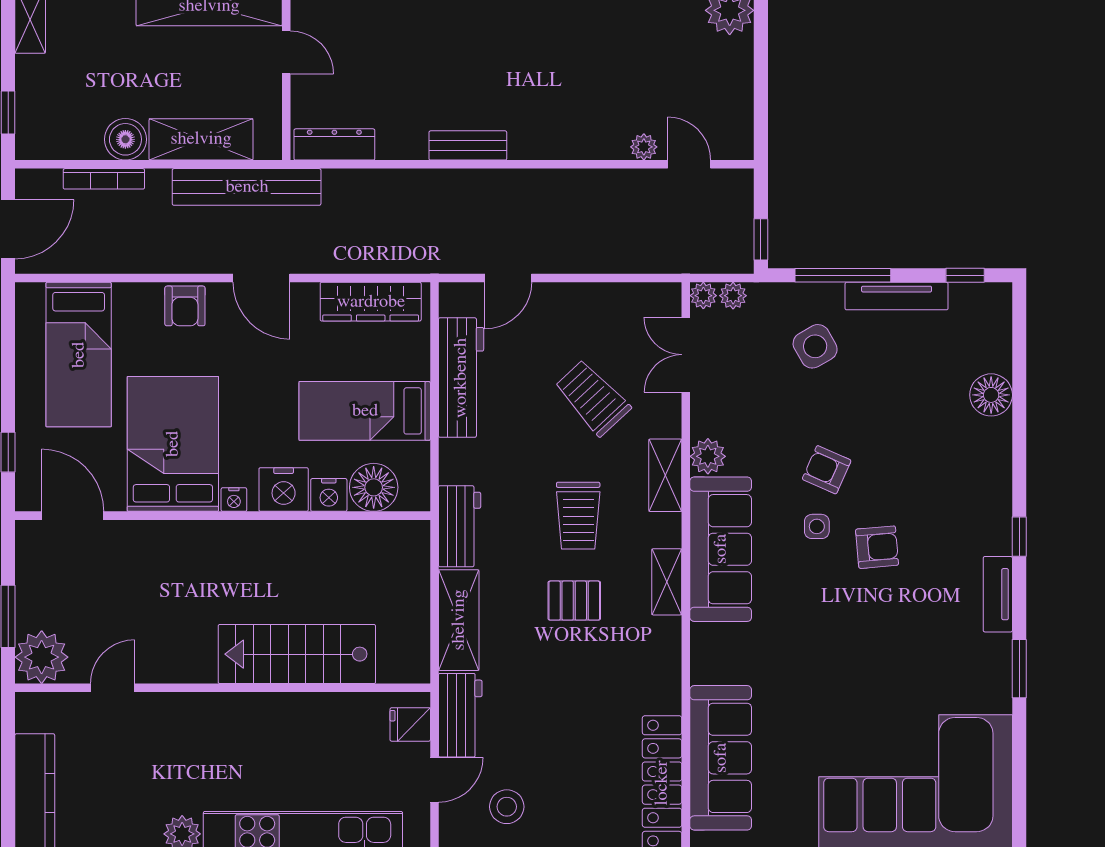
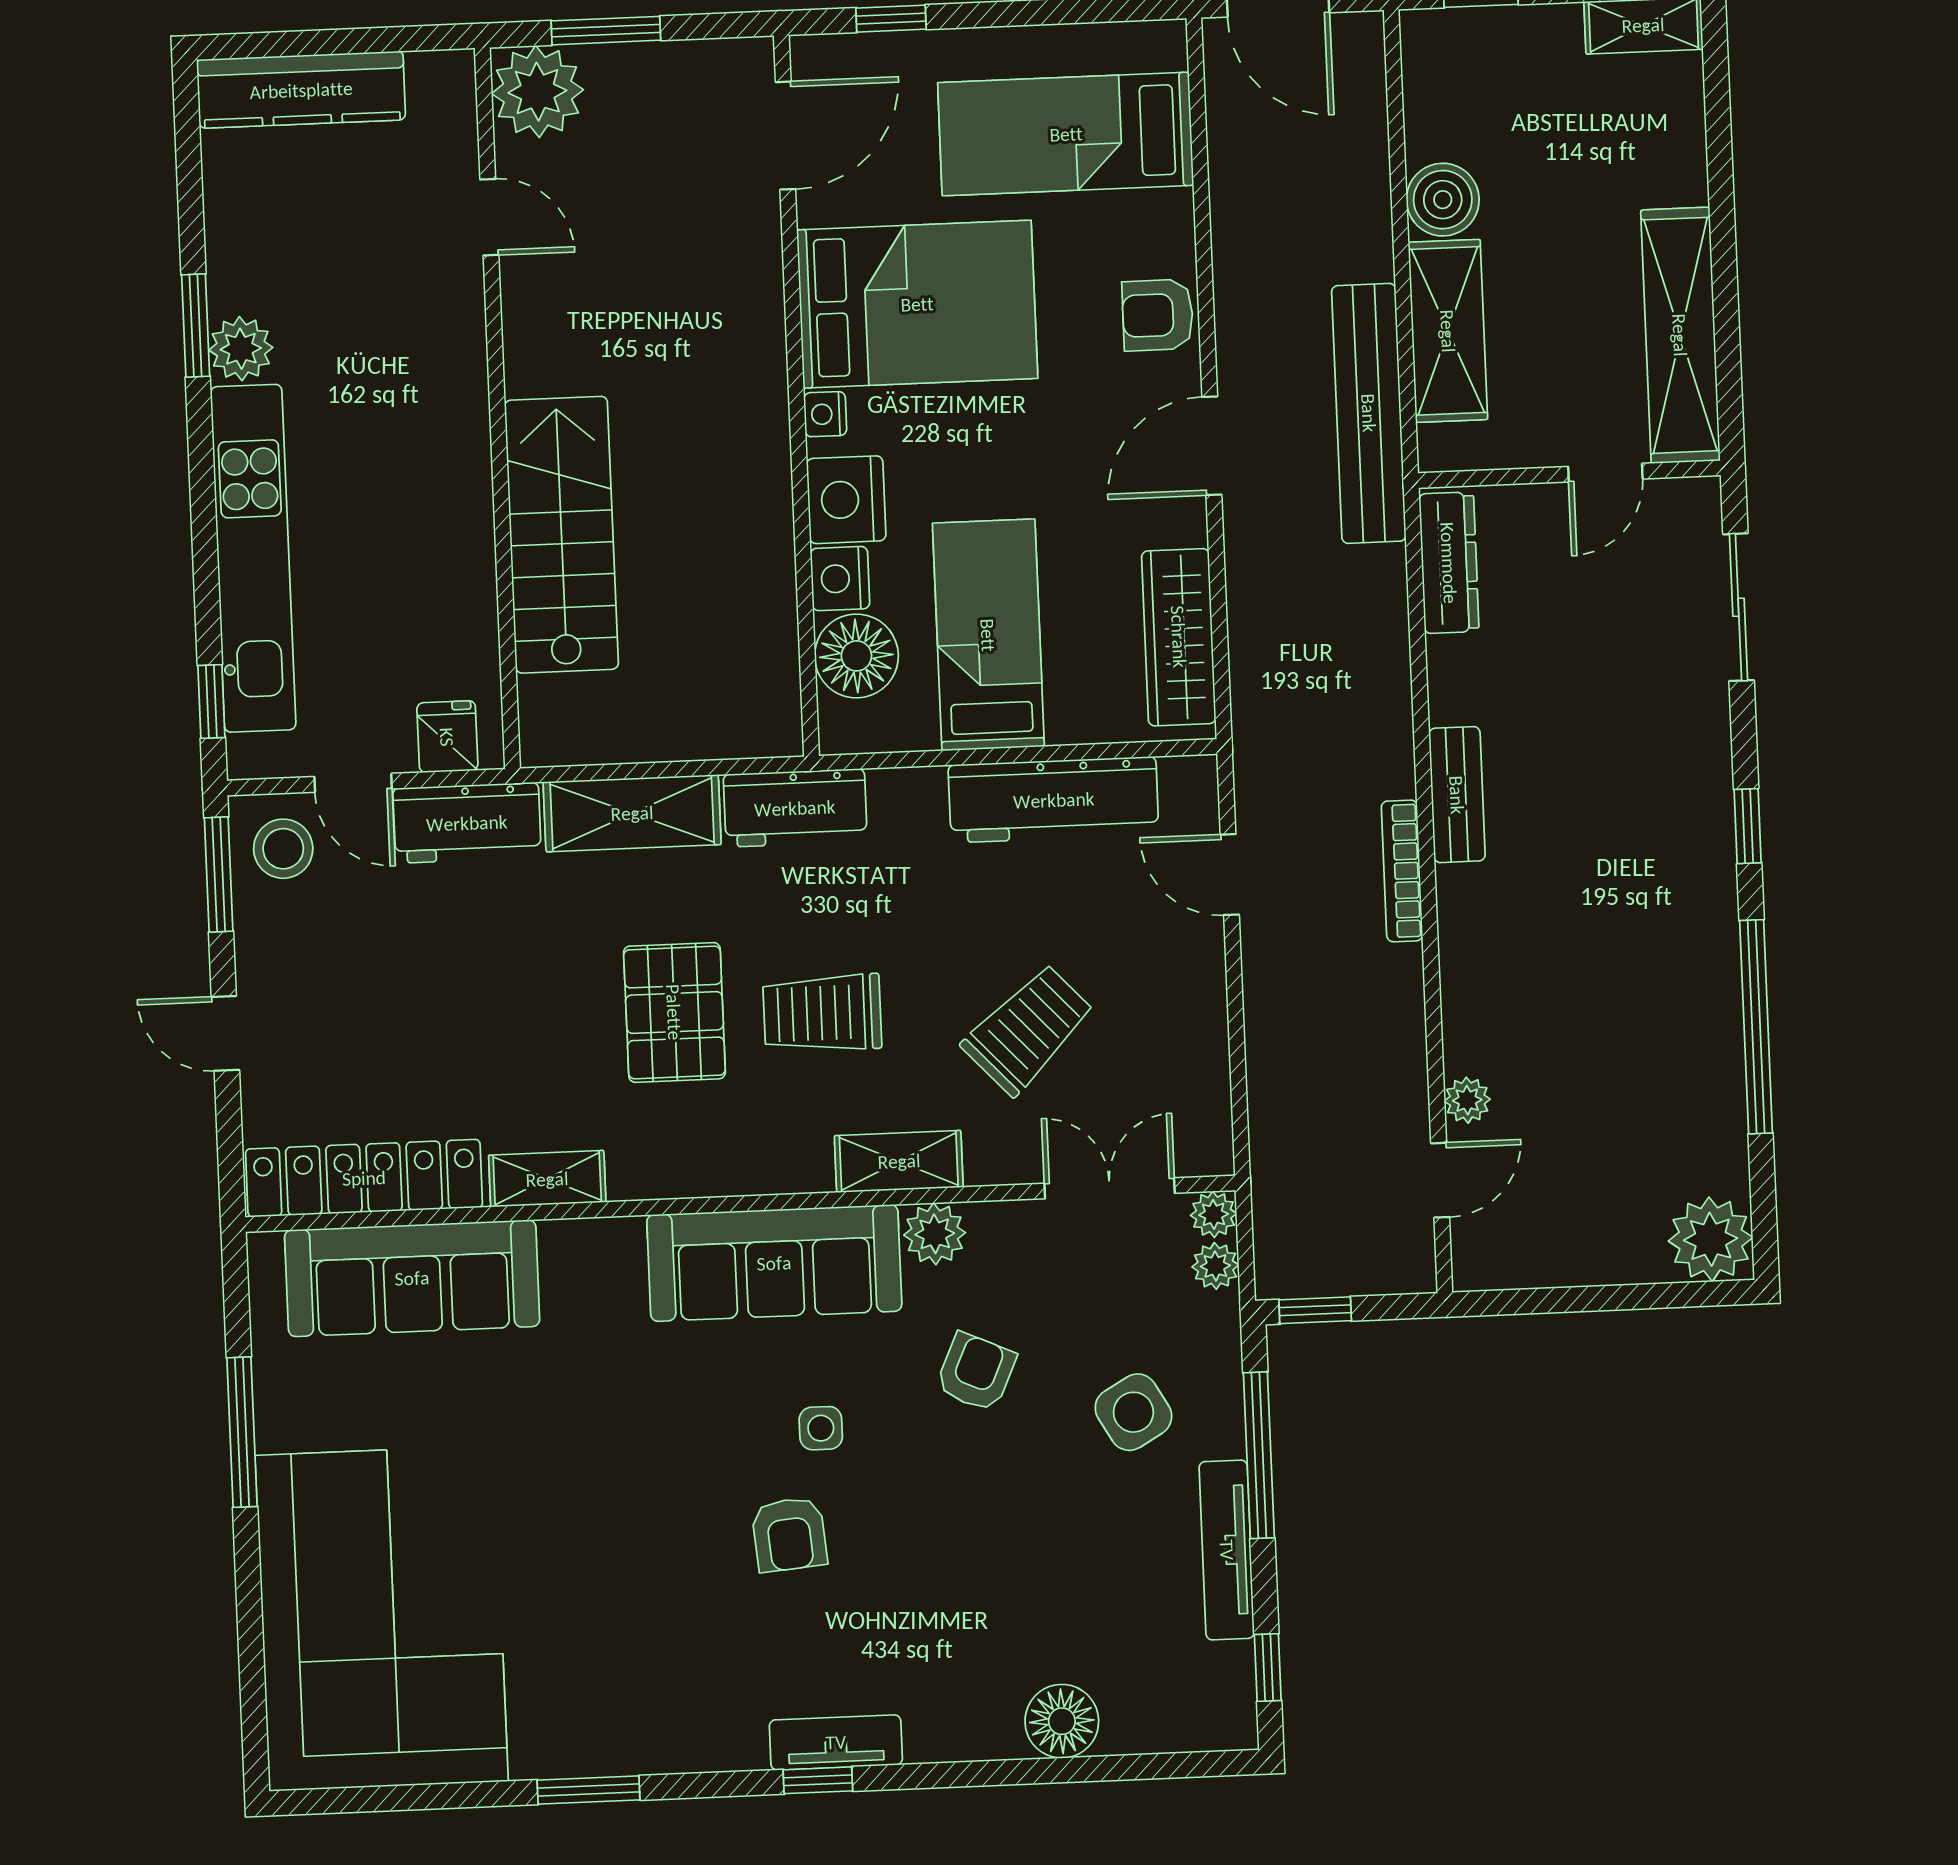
bookcase: (104, 179) -> (1402, 871), moved
armchair: (827, 470) -> (976, 1372), moved
shelving: (667, 582) -> (547, 1179), moved
tv unit: (998, 594) -> (836, 1742), moved
pallet: (574, 601) -> (674, 1012), width x1.50, depth x1.42
stool: (507, 807) -> (283, 849), moved

